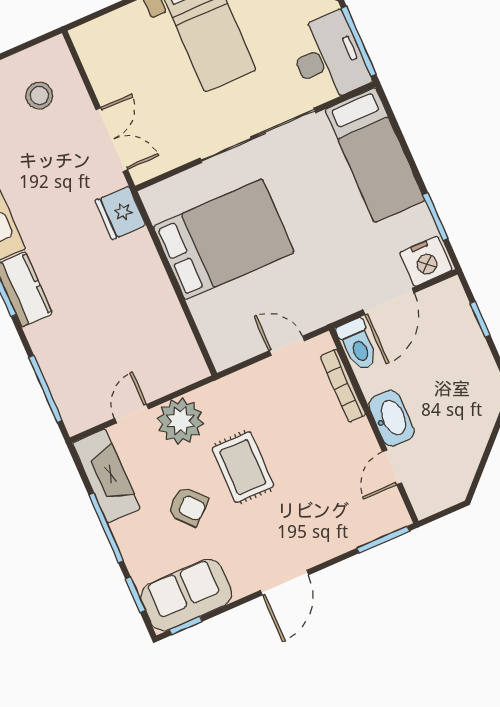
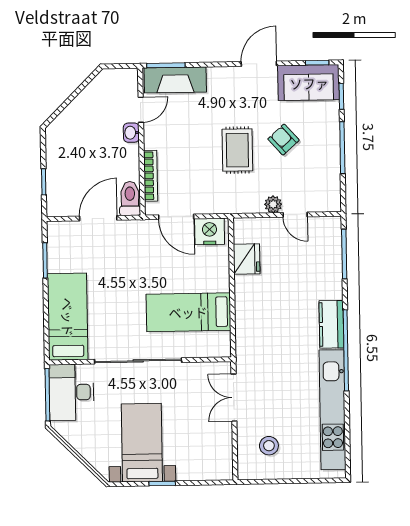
fridge: (120, 213) -> (247, 259), moved
bed: (224, 239) -> (188, 312), width x0.67
nightstand: (426, 261) -> (210, 231), moved
door: (287, 346) -> (176, 217), width x1.38
door: (131, 414) -> (295, 215), hinge flipped
washbasin: (391, 418) -> (131, 133), width x0.52, depth x0.69
plant: (180, 421) -> (273, 204), width x0.53, depth x0.53
fireplace: (106, 476) -> (175, 80), moved, turned -90
door: (284, 583) -> (259, 64), moved

